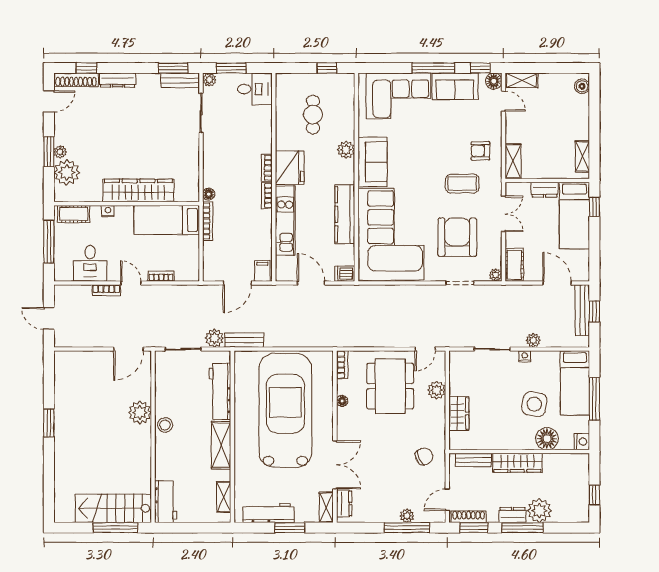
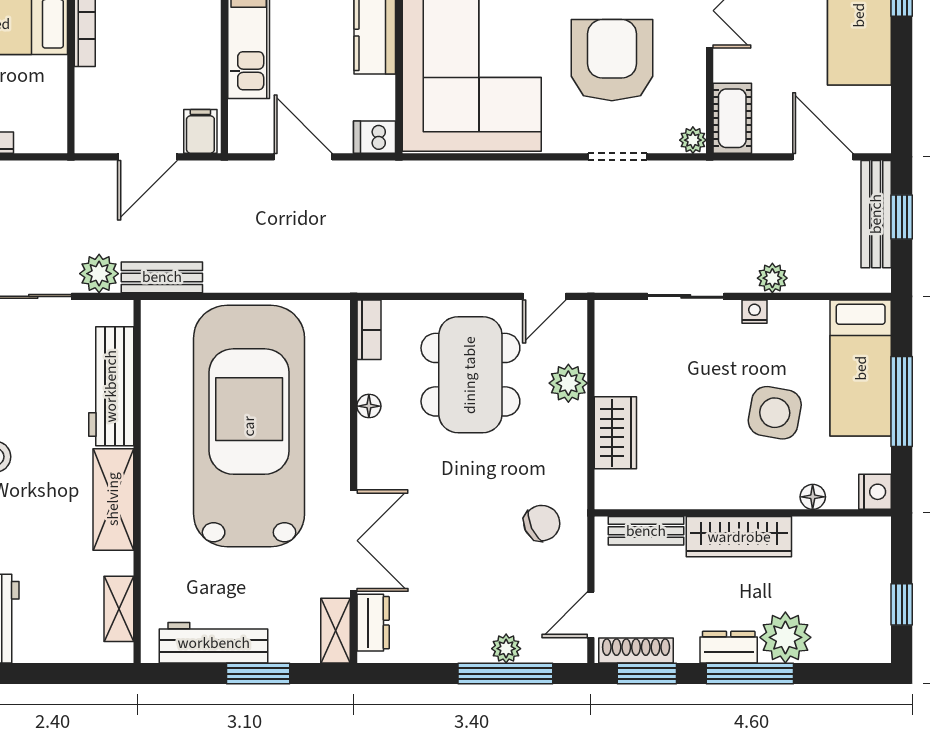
floor lamp: (547, 439) -> (813, 497), width x0.53, depth x0.53

